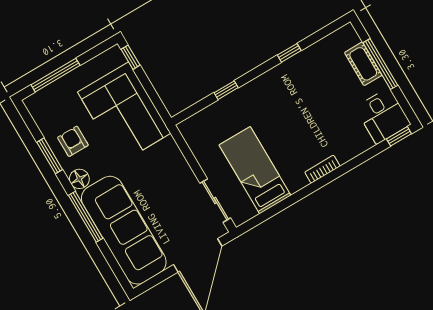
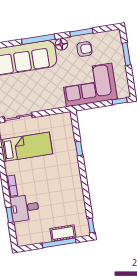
window: (289, 53) -> (91, 225), moved
window: (56, 75) -> (126, 54), width x0.69
desk: (383, 116) -> (25, 208), moved
window: (399, 136) -> (10, 215), moved

